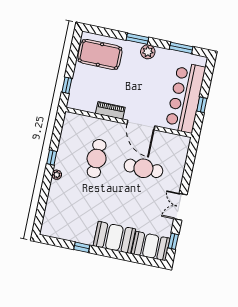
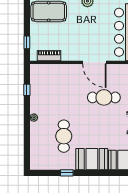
piano: (110, 110) -> (49, 56), moved
window: (52, 157) -> (27, 90), moved
cafe table: (97, 159) -> (64, 136), moved

